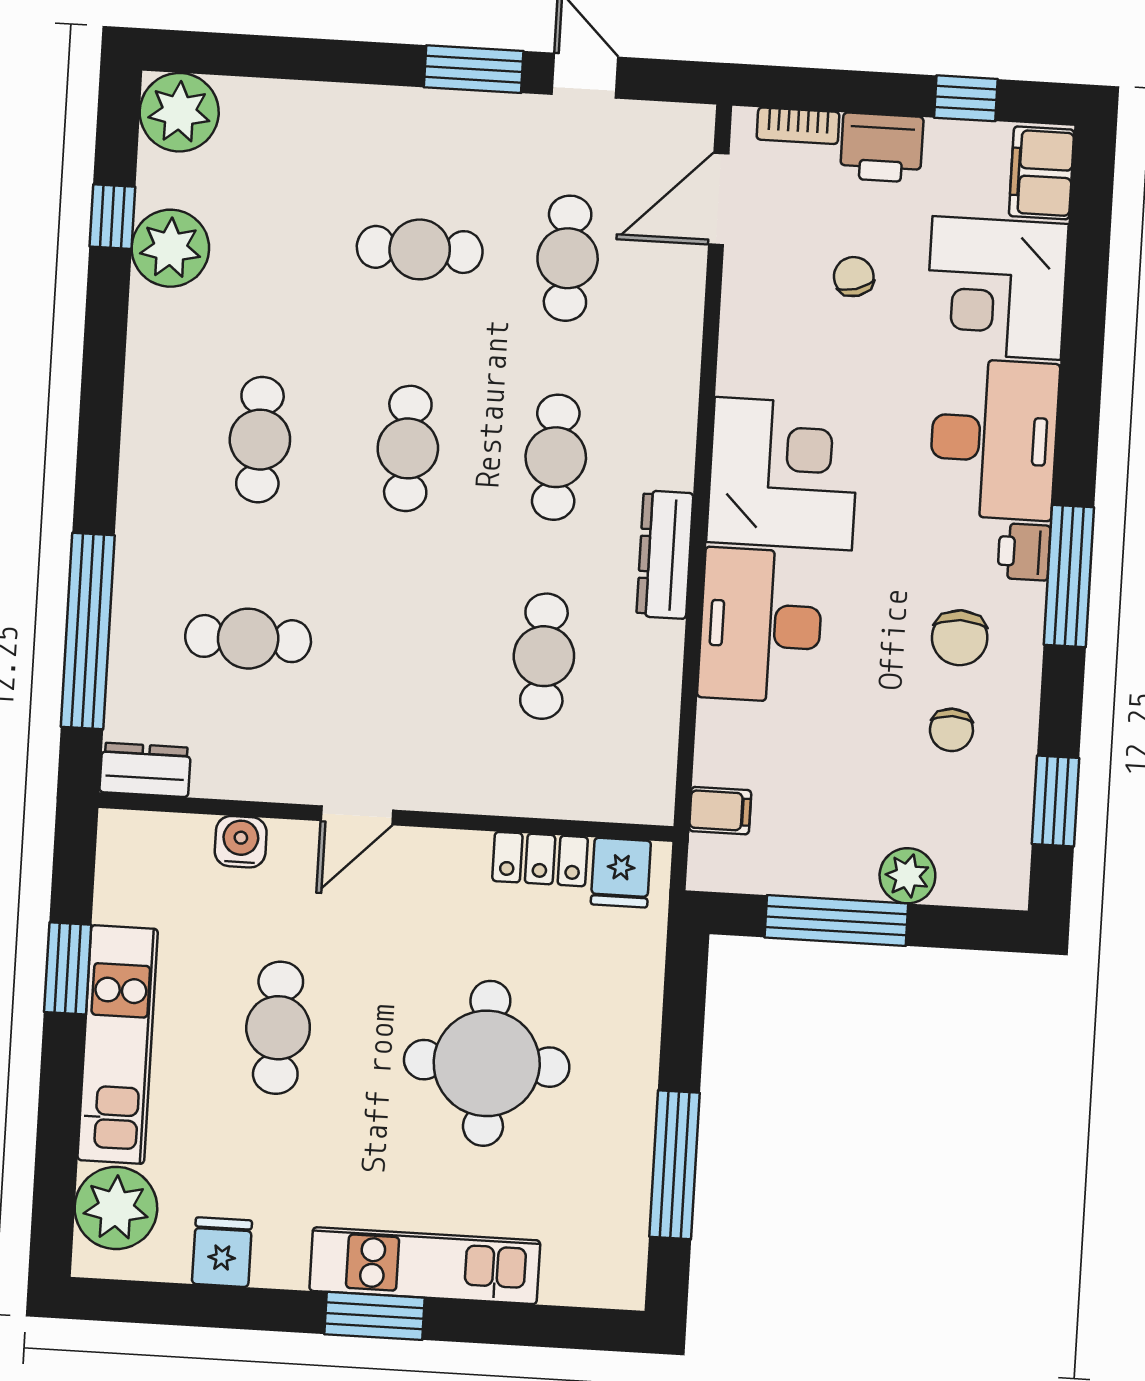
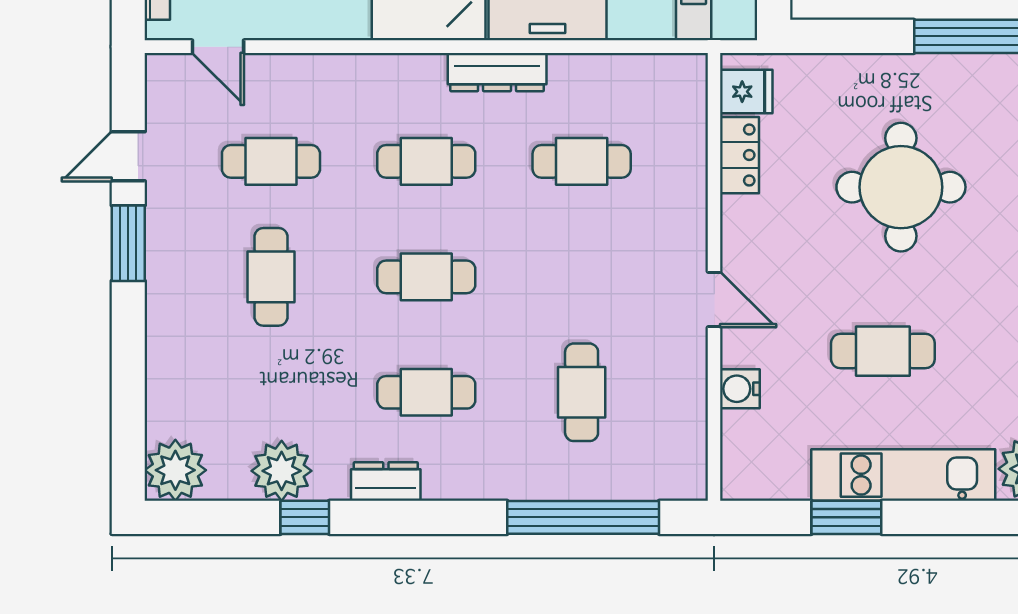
door: (719, 199) -> (218, 47), width x0.73
window: (112, 217) -> (305, 517), moved
dresser: (145, 770) -> (386, 481), moved, turned 90

